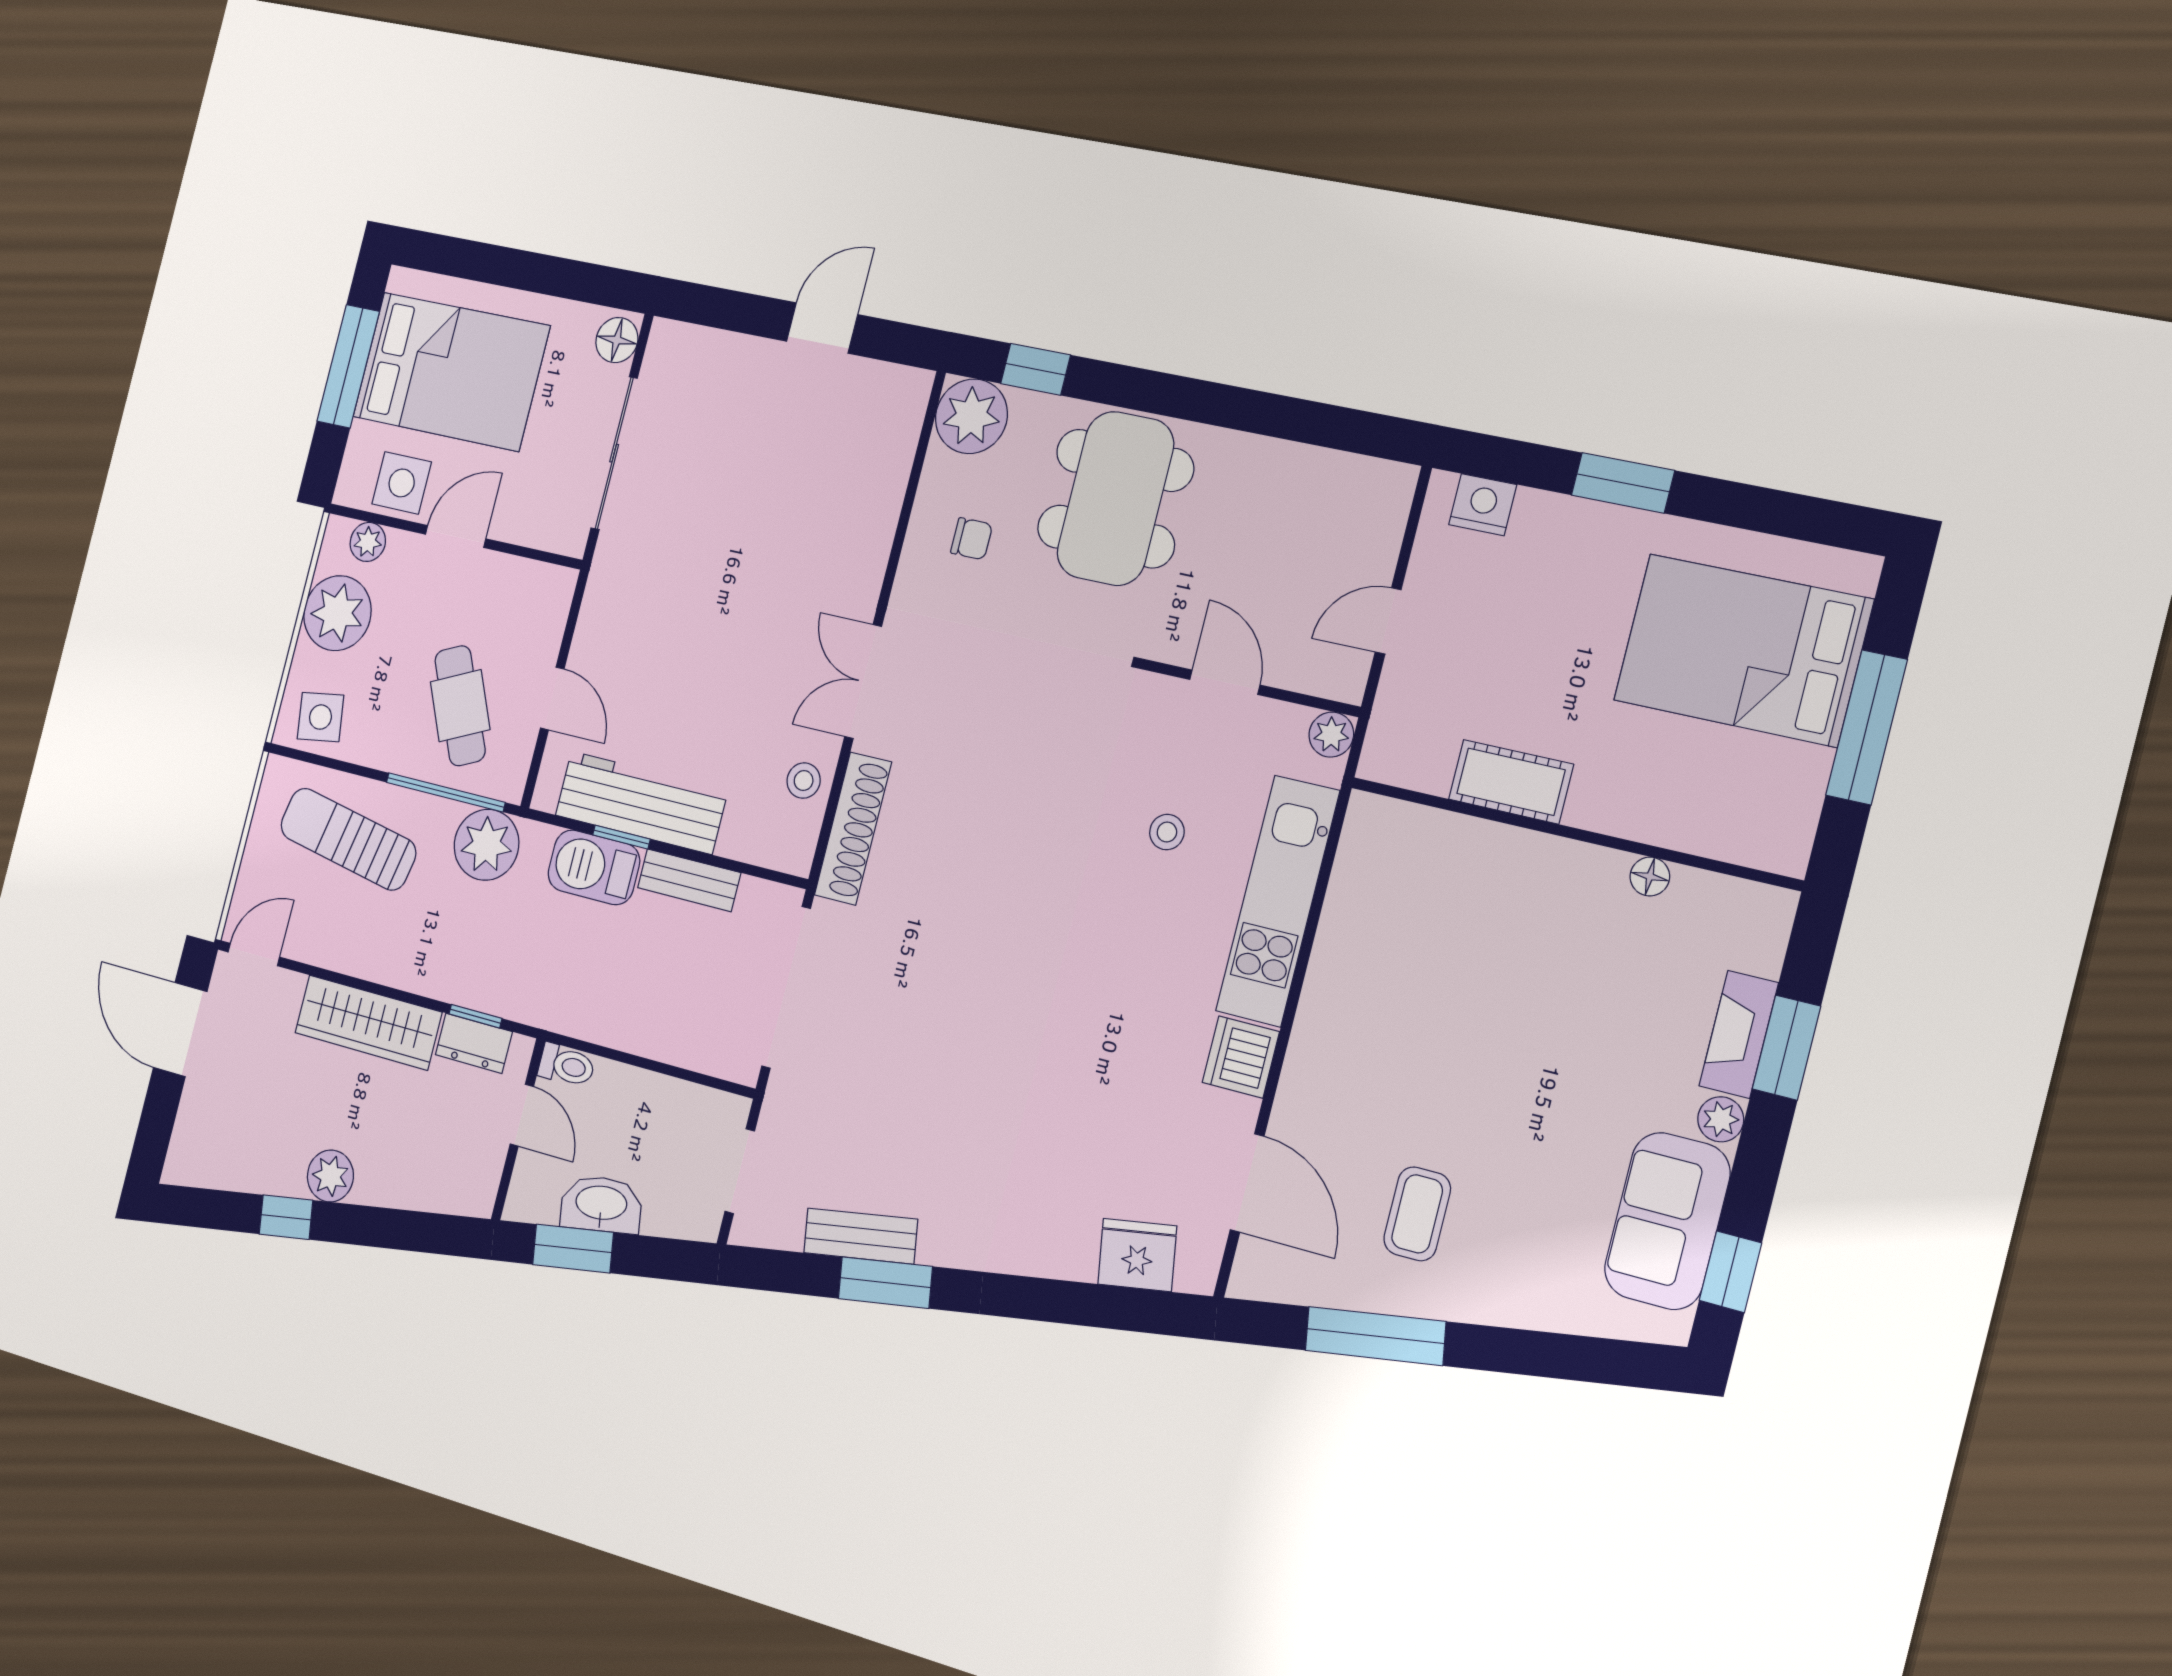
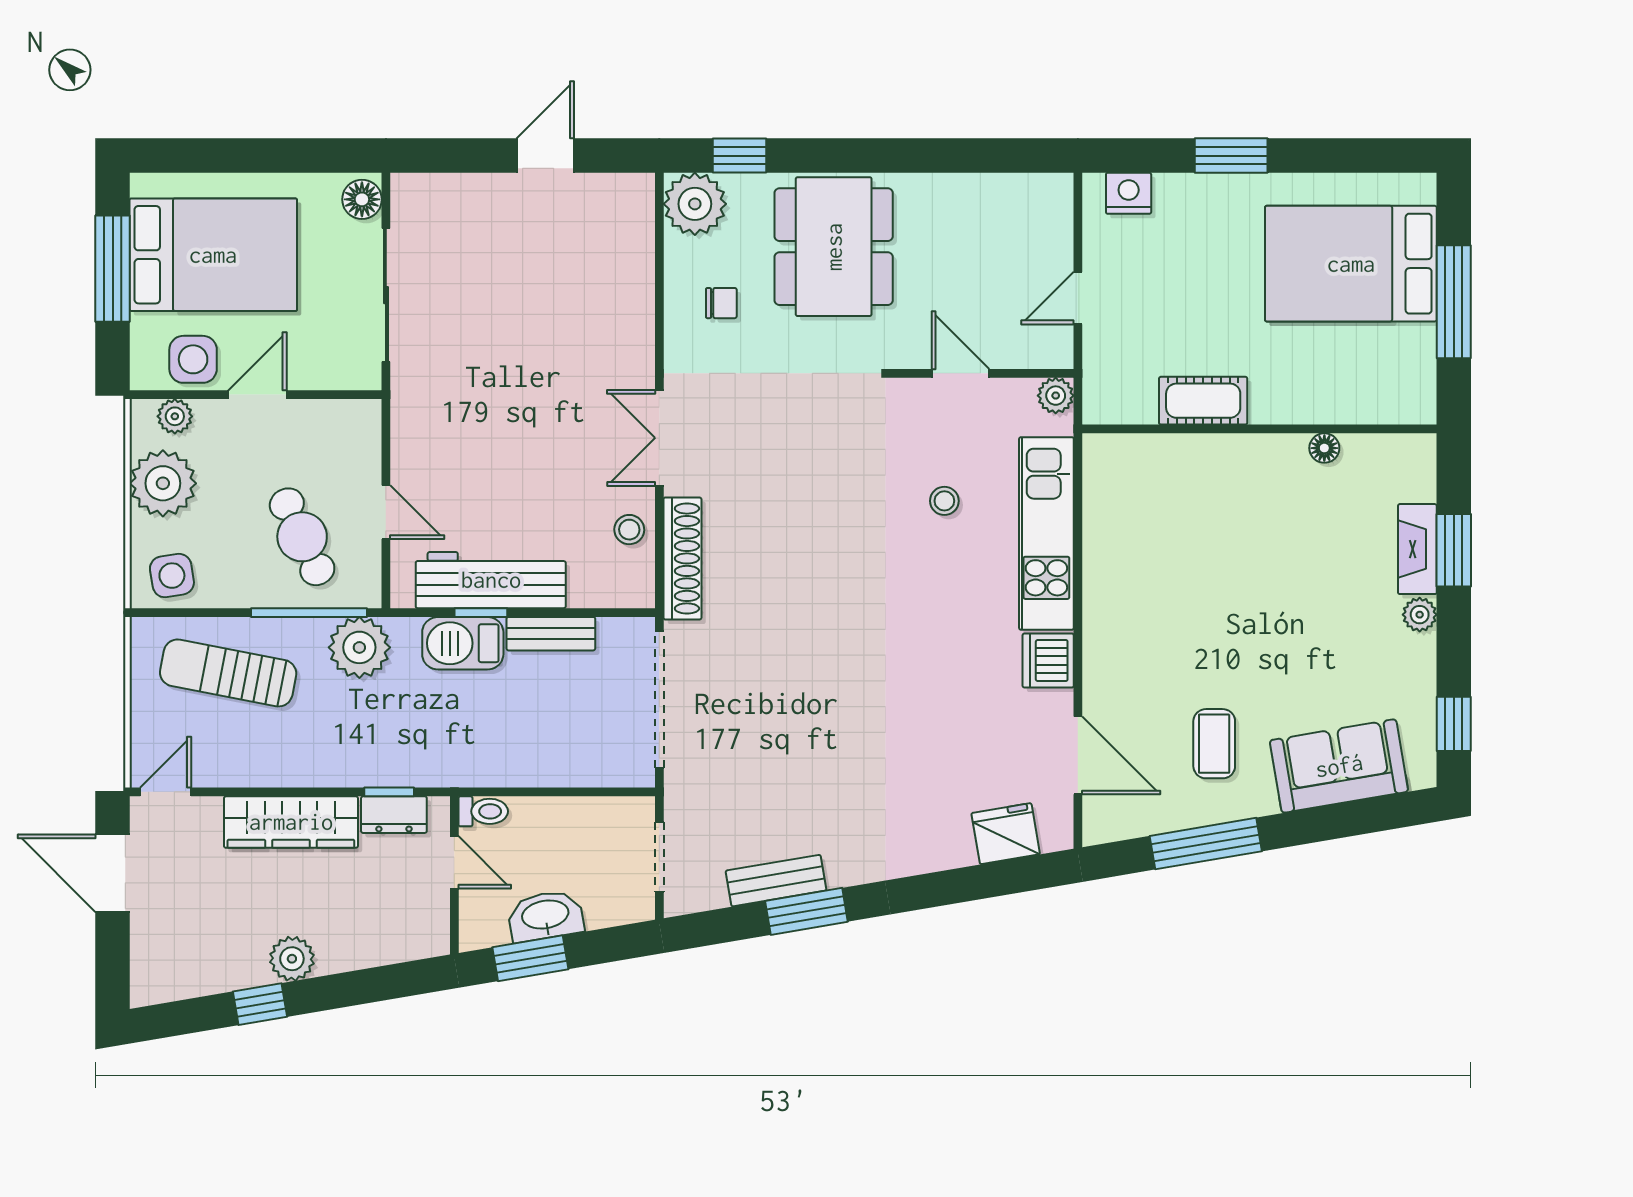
sofa: (1667, 1221) -> (1339, 766), moved, turned 80

